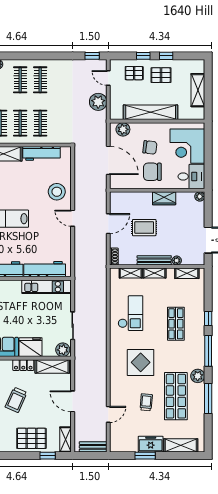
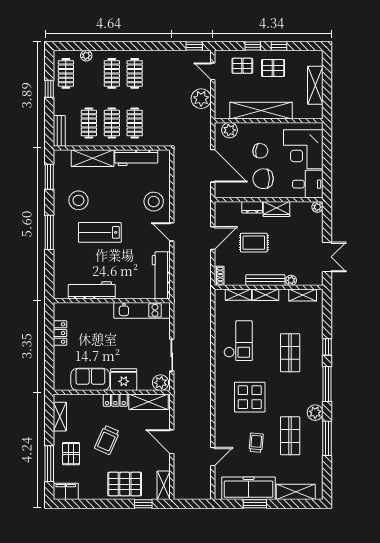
dresser: (143, 197) -> (252, 207), added
workbench: (45, 269) -> (161, 275), moved, turned -90
shop shelf: (176, 396) -> (290, 436), width x0.70, depth x0.74
freezer: (151, 444) -> (248, 488), width x1.91, depth x1.26
bench: (93, 447) -> (195, 494), removed

